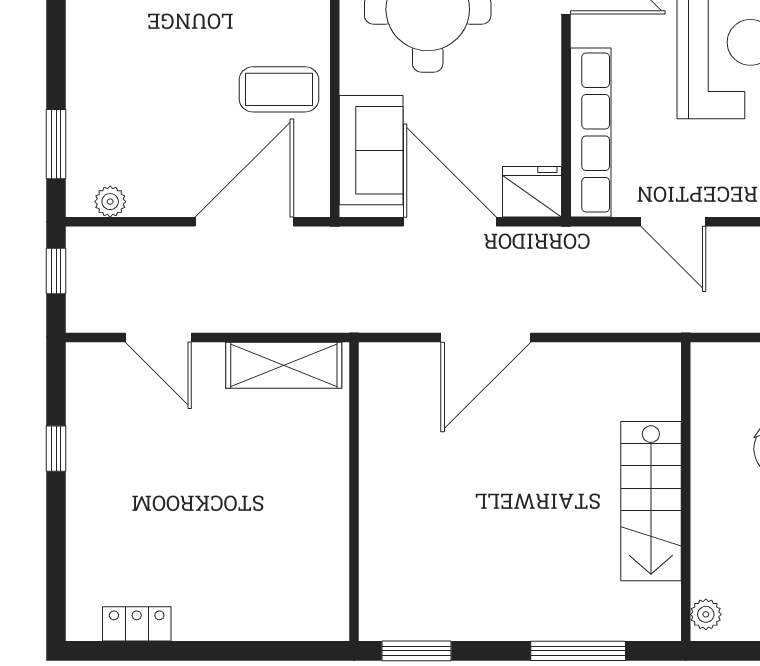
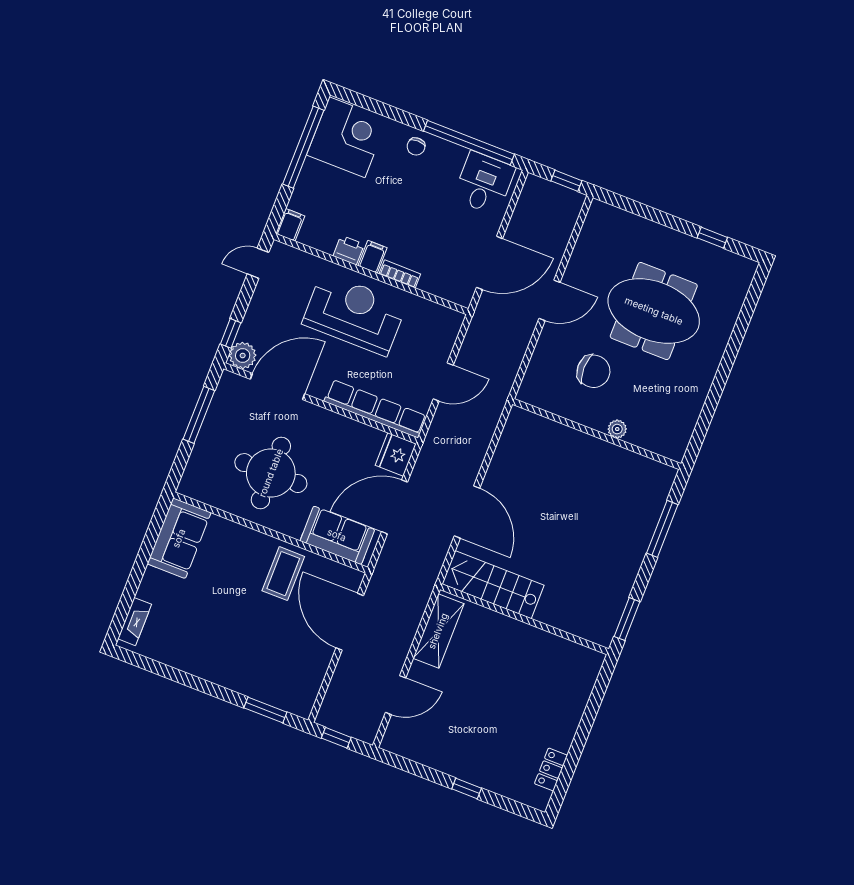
plant: (110, 202) -> (309, 692), removed
window: (56, 449) -> (467, 789), moved
stairs: (651, 501) -> (493, 585), moved, turned 180
plant: (706, 614) -> (617, 429), moved

